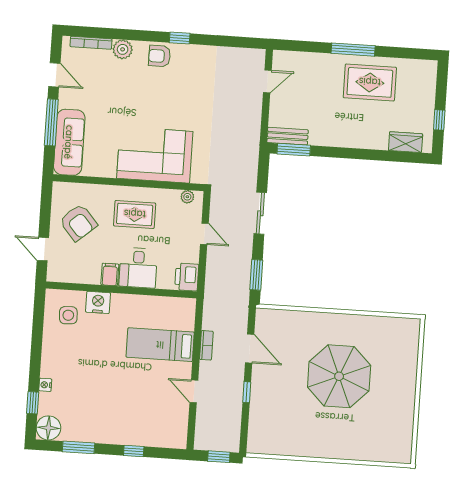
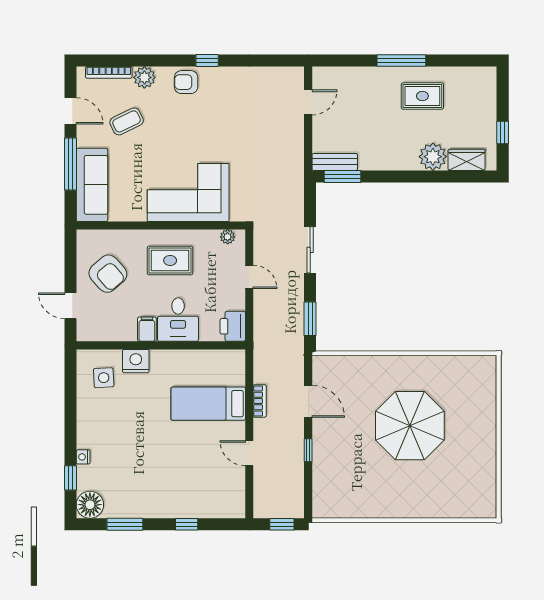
rug: (370, 82) -> (422, 96), width x0.73, depth x0.70
coffee table: (104, 88) -> (127, 121), added
plant: (376, 137) -> (433, 157), added

